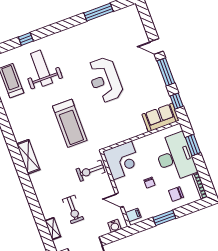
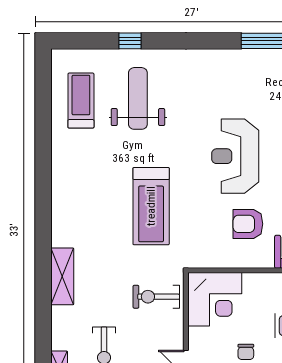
armchair: (125, 114) -> (248, 224), added
shelving: (28, 157) -> (62, 276), moved

